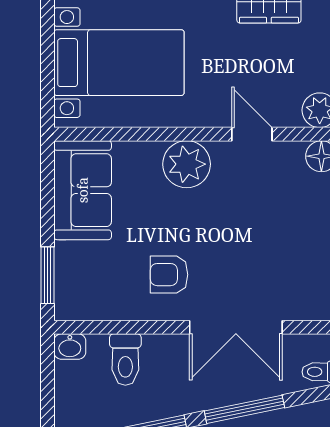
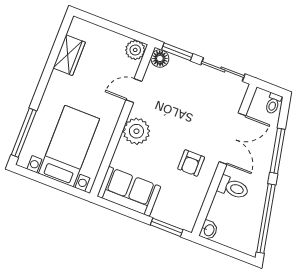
toilet: (125, 360) -> (233, 188), moved

